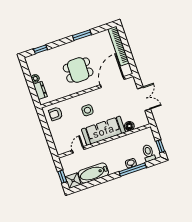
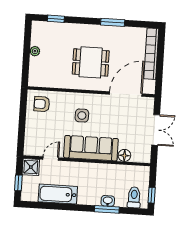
dresser: (40, 90) -> (35, 68), removed
window: (133, 170) -> (107, 209), width x0.69
shower: (73, 181) -> (31, 167), moved

